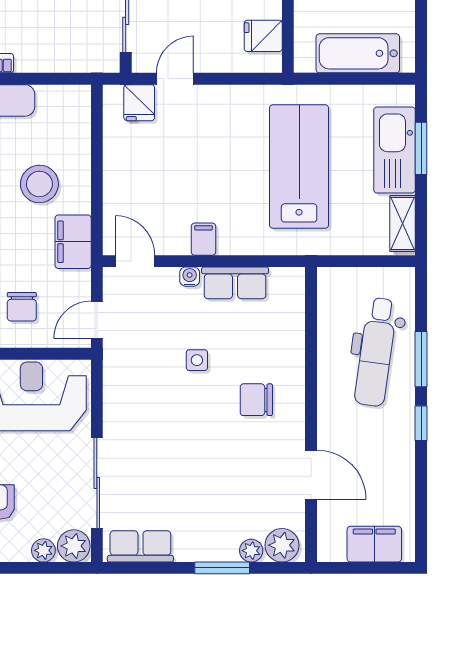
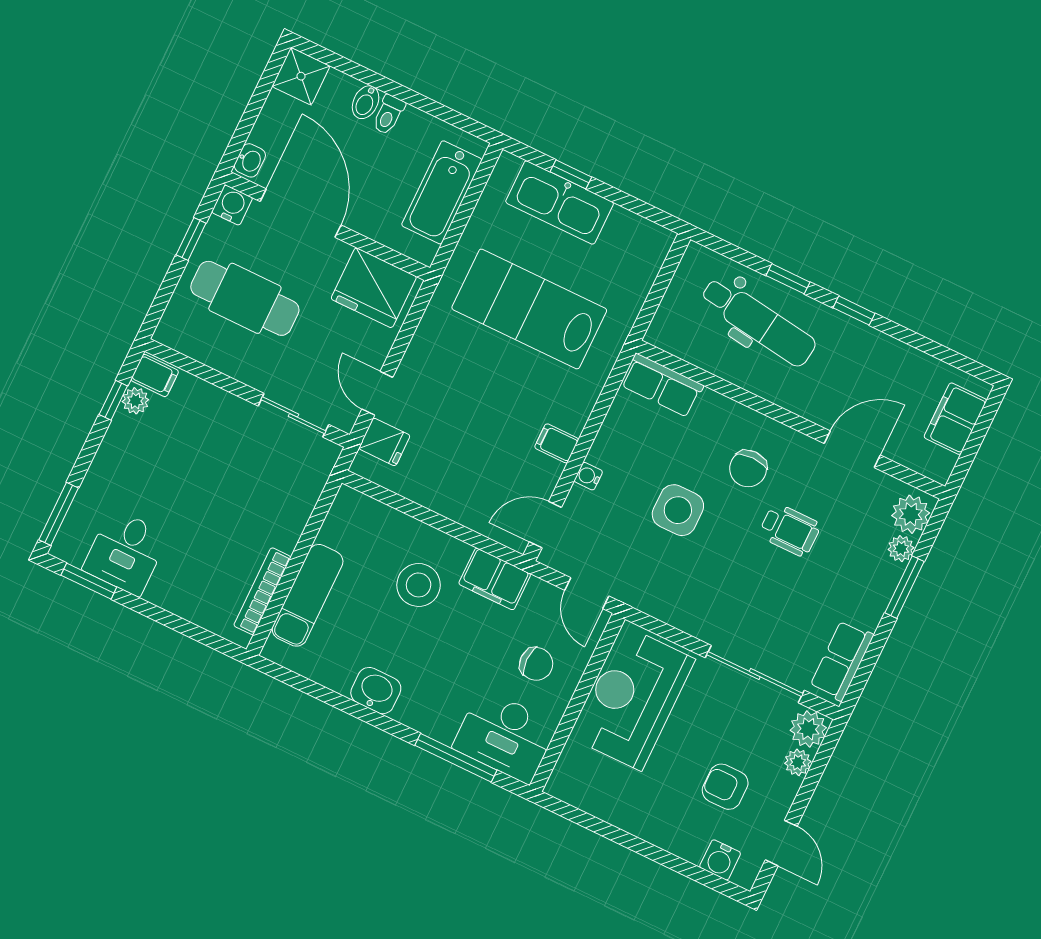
fridge: (263, 36) -> (374, 288), width x1.88, depth x1.34
window: (421, 148) -> (571, 174), width x0.67
shelving: (403, 224) -> (639, 231), removed
row of seats: (235, 283) -> (662, 385), moved, turned 90
window: (421, 359) -> (788, 279), width x0.67
side table: (197, 360) -> (678, 510), width x1.87, depth x1.87
wheelchair: (224, 456) -> (790, 530), added

